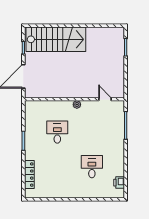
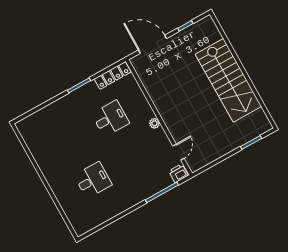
stairs: (56, 39) -> (228, 80), moved
locker: (29, 175) -> (113, 75), moved
printer: (119, 183) -> (178, 173), moved

